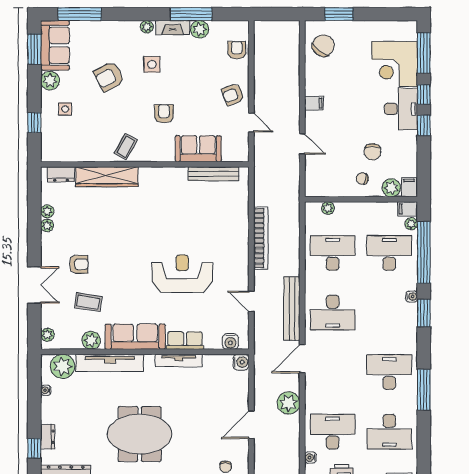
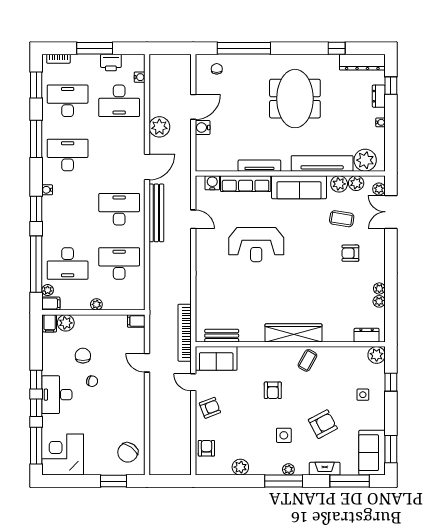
window: (191, 14) -> (284, 481), moved
fireplace: (173, 28) -> (325, 469), moved
armchair: (237, 50) -> (206, 448), turned 180
corner desk: (395, 64) -> (63, 455), moved, turned -90
plant: (50, 81) -> (377, 355), moved
filing cabinet: (314, 103) -> (136, 321), moved
sofa: (198, 149) -> (216, 358), moved
bench: (213, 174) -> (222, 336), width x0.73
wardrobe: (107, 177) -> (293, 333), moved
chair: (362, 179) -> (92, 381), moved
plant: (328, 208) -> (96, 304), moved
bookcase: (261, 238) -> (185, 333), moved
desk: (333, 253) -> (119, 263), turned 180
double door: (34, 285) -> (391, 212), moved
water cooler: (412, 297) -> (47, 190), moved
plant: (73, 341) -> (356, 183), added
row of seats: (185, 341) -> (246, 184), width x1.48
water cooler: (241, 362) -> (203, 128), moved
desk: (389, 372) -> (68, 155), turned 180
water cooler: (46, 390) -> (380, 122), moved
meeting table: (140, 434) -> (295, 99), turned 90
window: (424, 449) -> (36, 85), added

